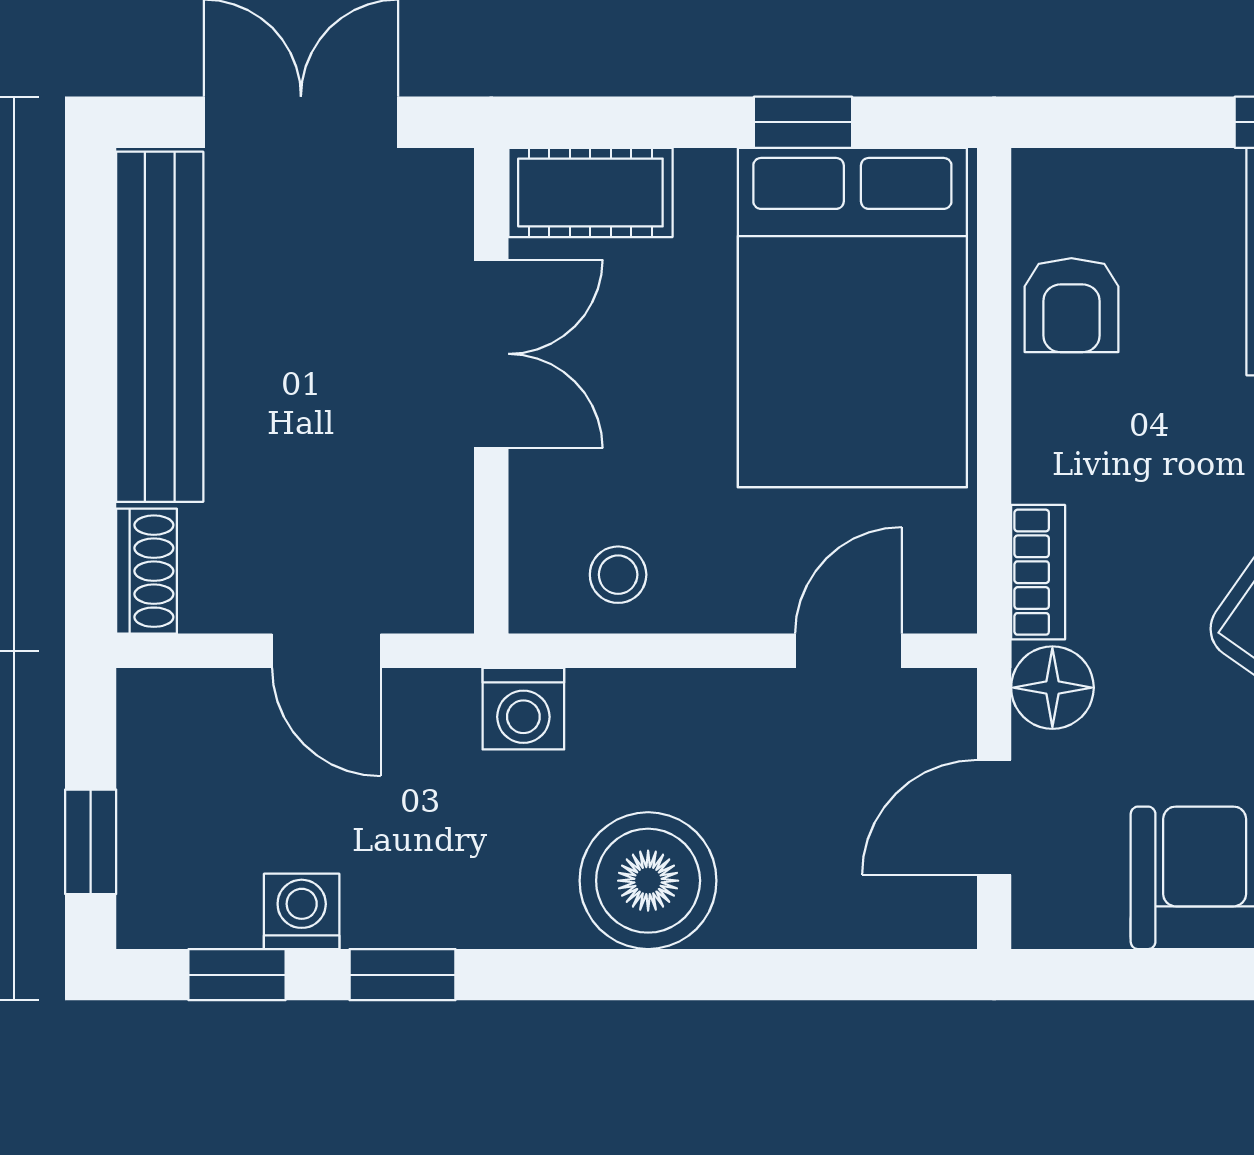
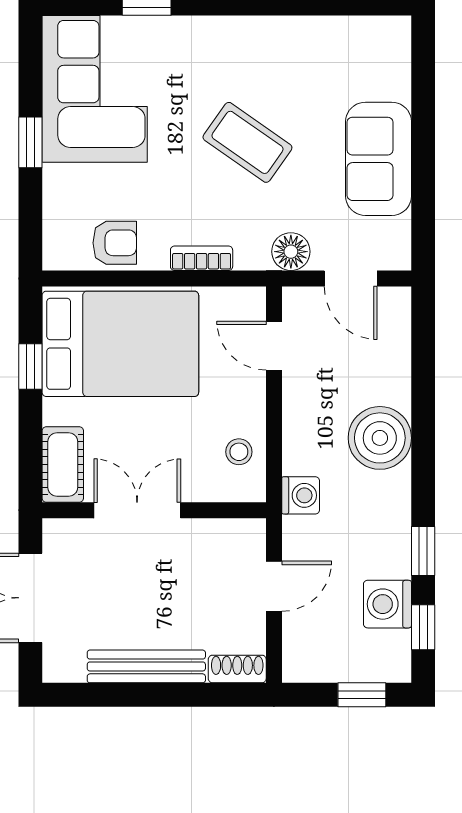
bench: (160, 327) -> (146, 666), width x0.73, depth x0.82
bookcase: (1038, 572) -> (202, 258), moved
washing machine: (302, 911) -> (387, 604), width x1.38, depth x1.38

